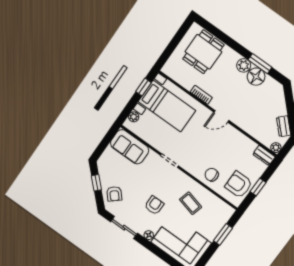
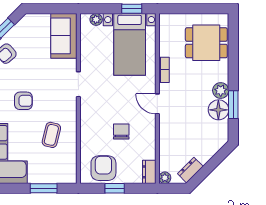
chair: (212, 175) -> (121, 132), moved

